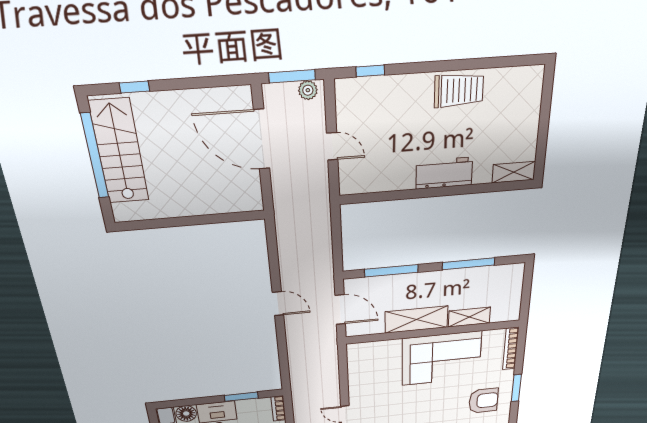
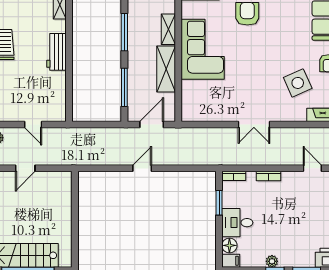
door: (262, 139) -> (25, 168), width x0.53
door: (332, 146) -> (33, 125), swing flipped

